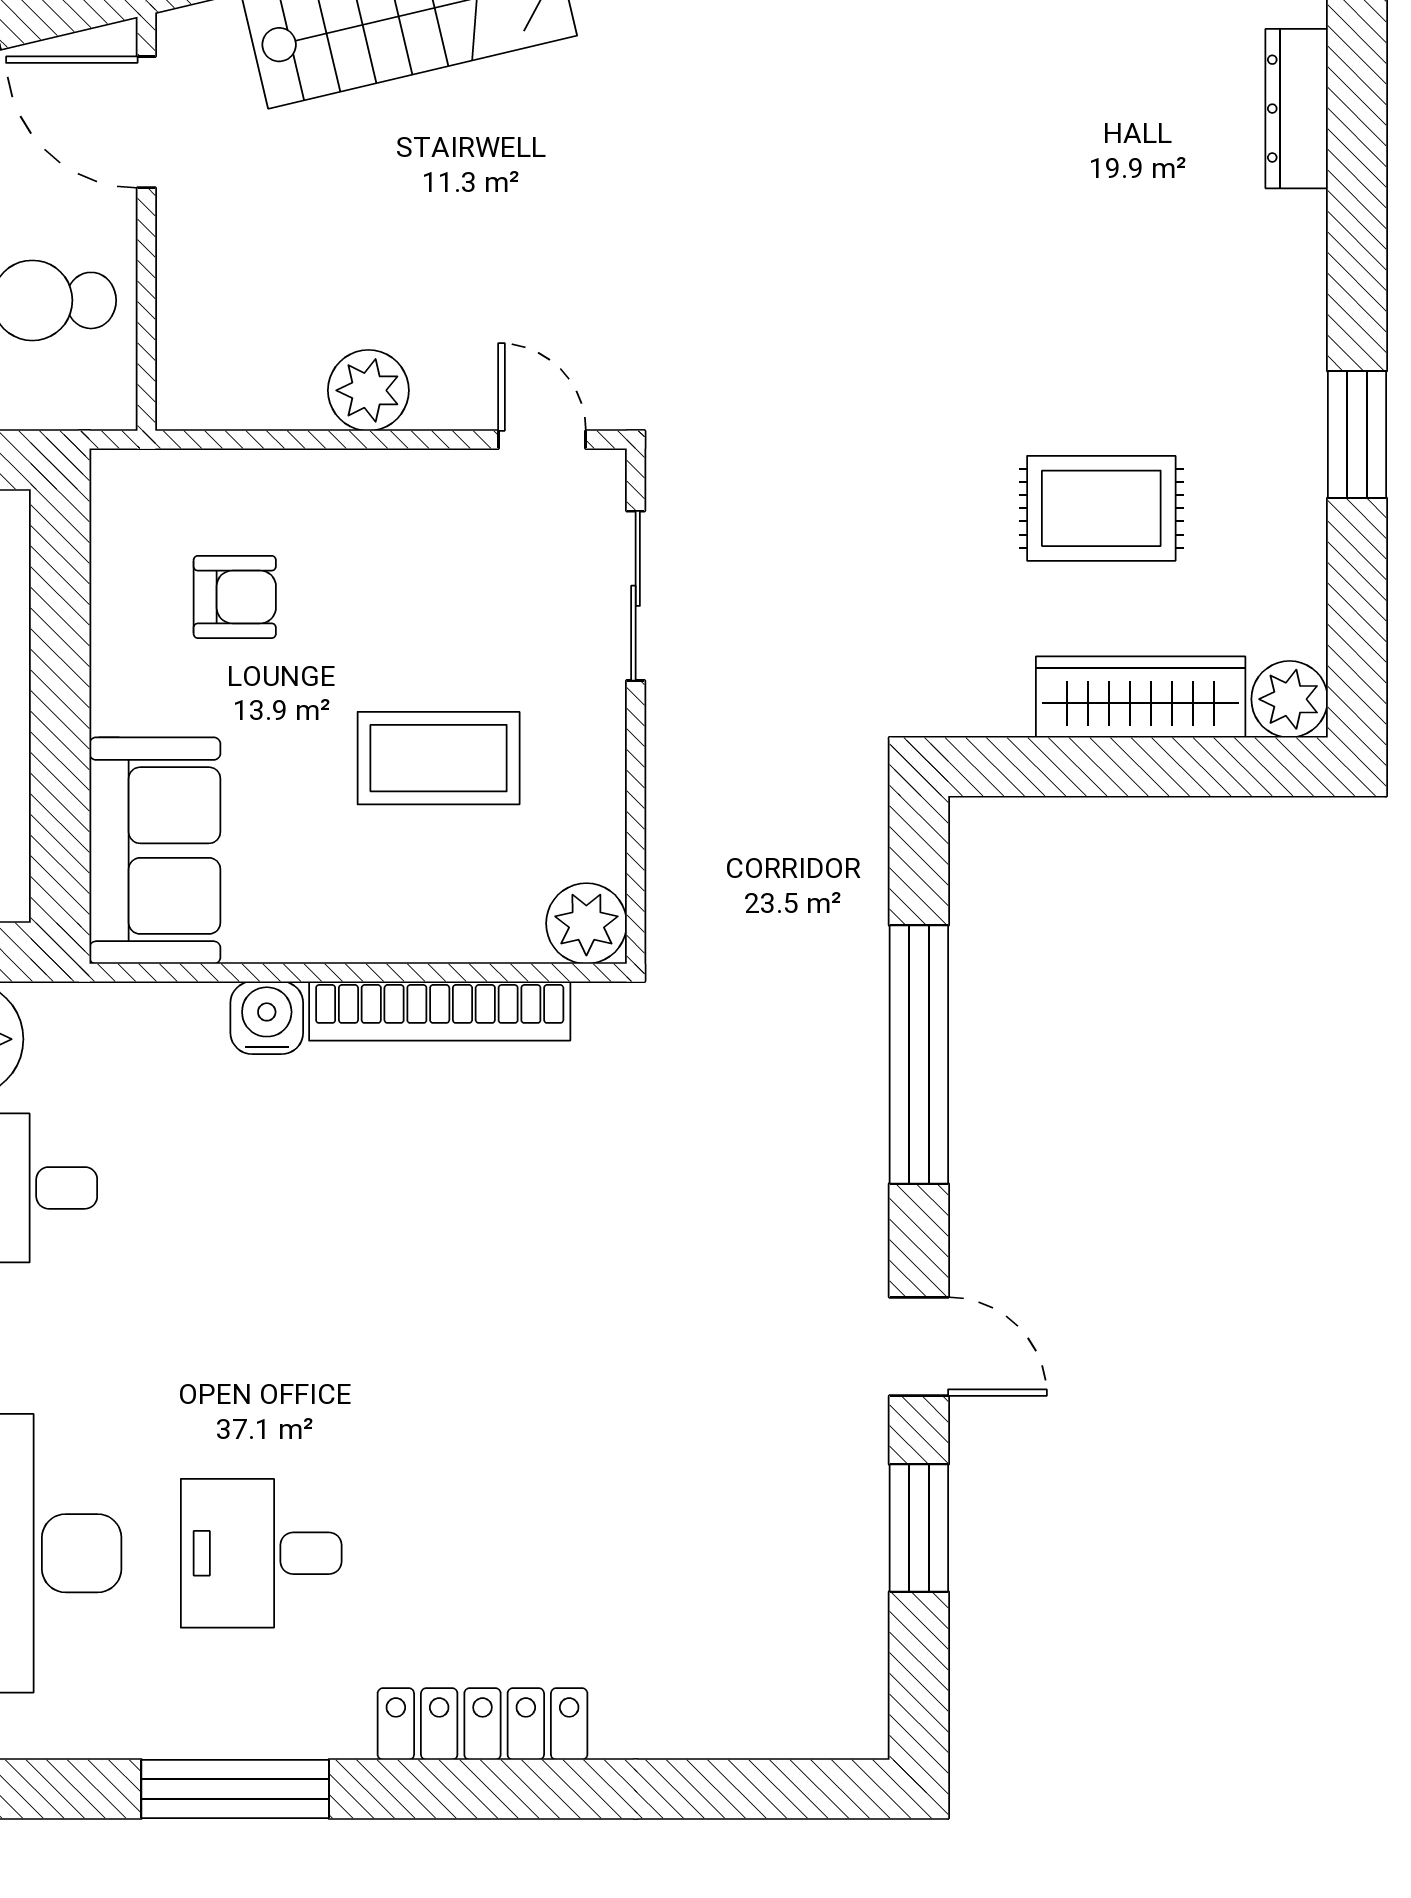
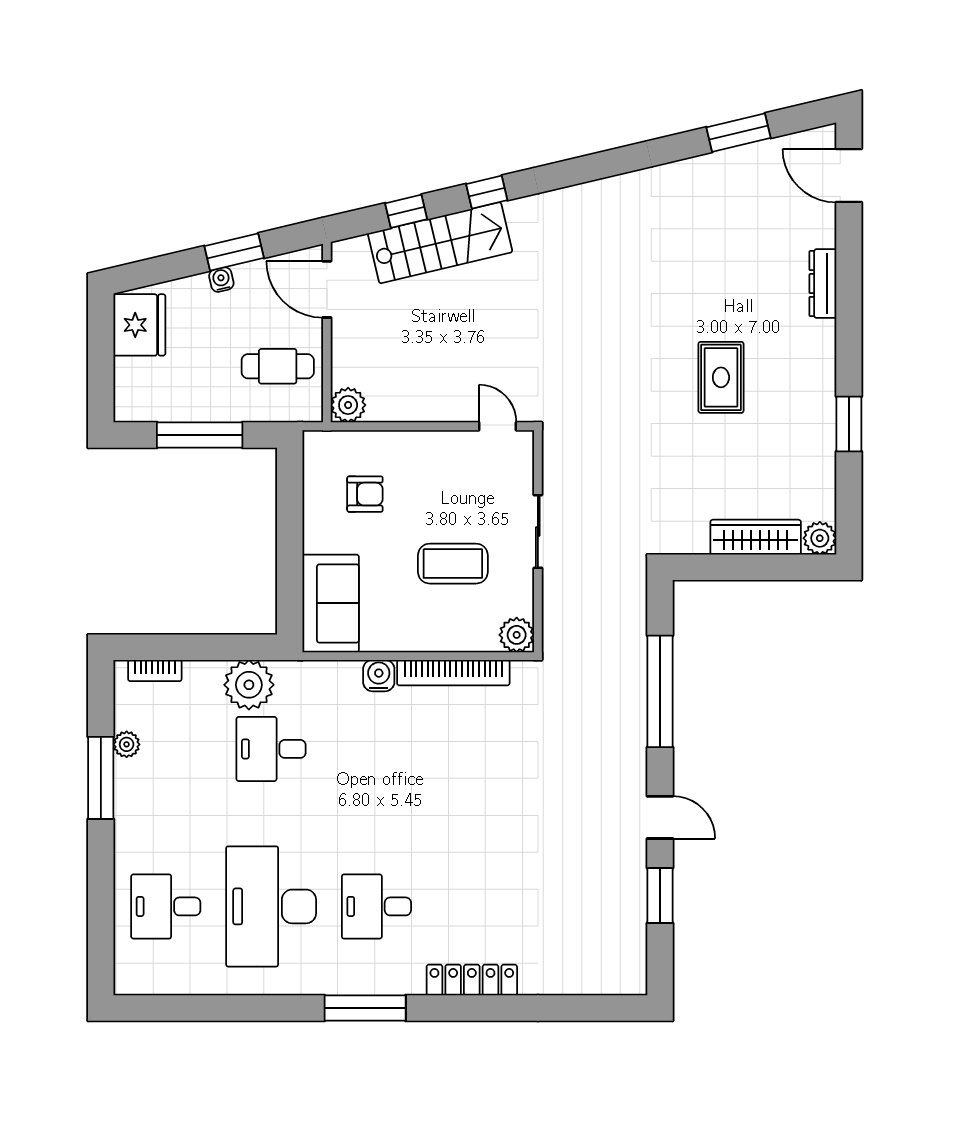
plant: (368, 390) -> (348, 405), moved
rug: (1101, 508) -> (721, 377), moved, turned 90
sliding door: (636, 596) -> (538, 531), moved

